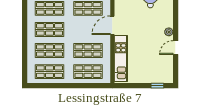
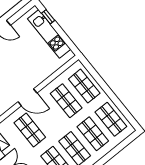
kitchen unit: (121, 58) -> (49, 34), moved, turned -90

